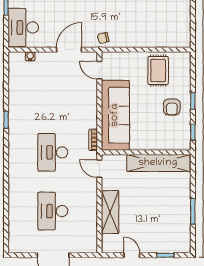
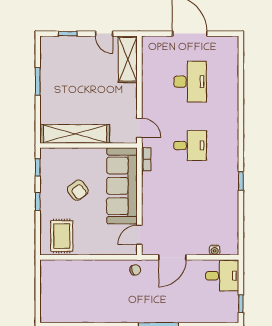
desk: (23, 27) -> (222, 276), width x0.73
door: (99, 70) -> (139, 235), swing flipped
rug: (158, 71) -> (62, 236), moved
armchair: (172, 107) -> (78, 190), moved, turned 143
desk: (53, 152) -> (190, 145), width x0.73
shelving: (110, 212) -> (128, 59), moved

